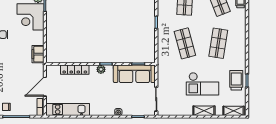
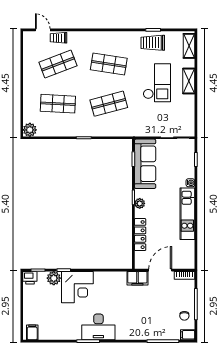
filing cabinet: (38, 54) -> (137, 278), moved
door: (45, 87) -> (160, 270), swing flipped
kitchen unit: (68, 109) -> (187, 214), moved

